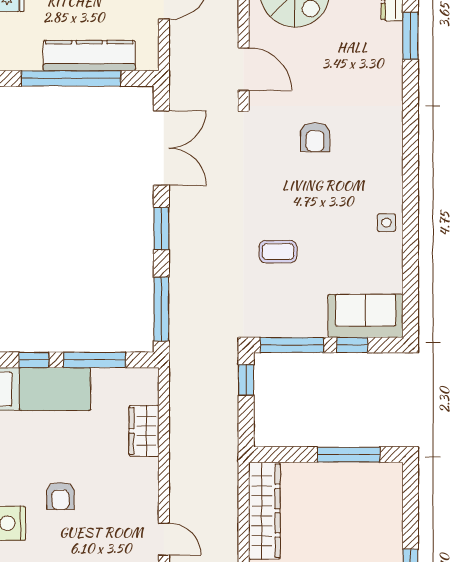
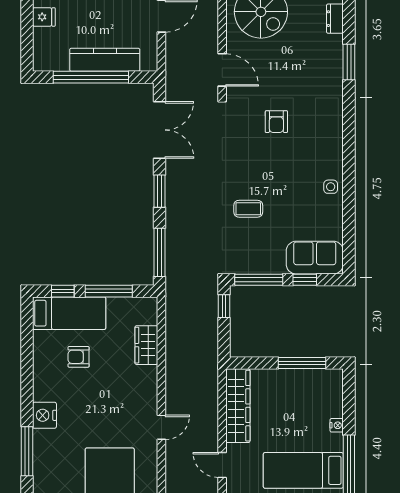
window: (410, 36) -> (349, 62), moved
armchair: (60, 496) -> (79, 357), moved, turned 90
nightstand: (394, 536) -> (337, 425), added
door: (164, 539) -> (161, 427), hinge flipped

